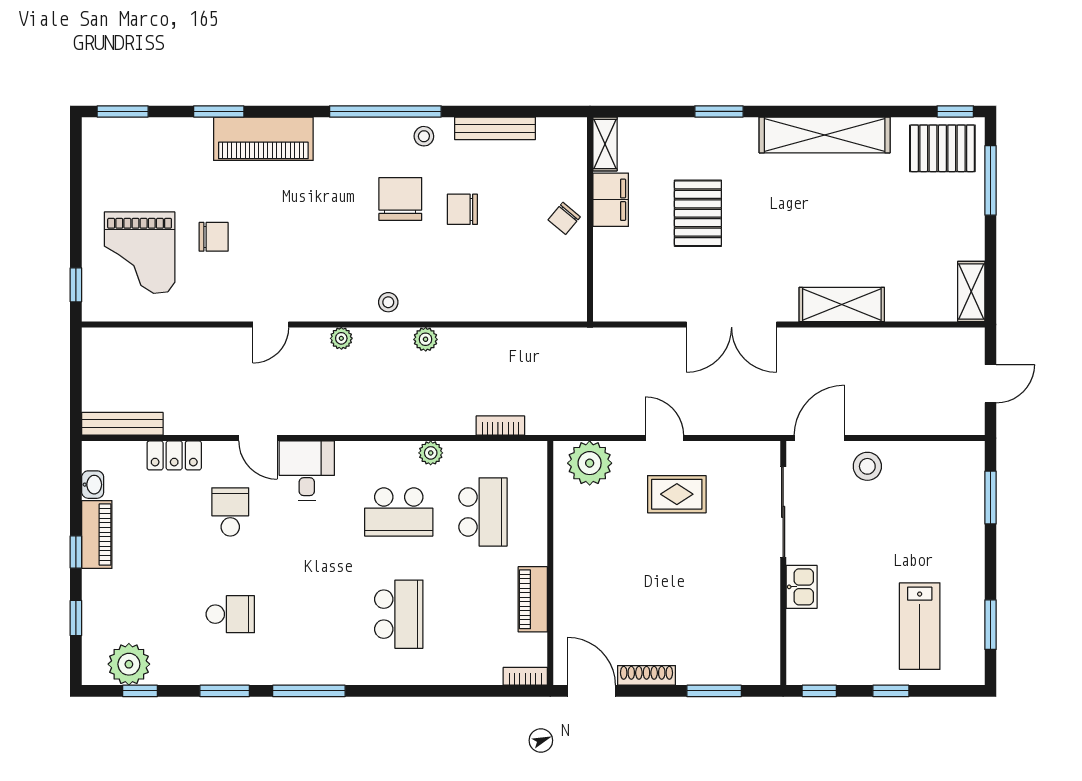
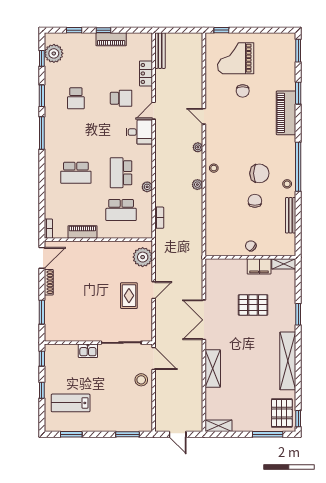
washbasin: (93, 485) -> (133, 37), removed

